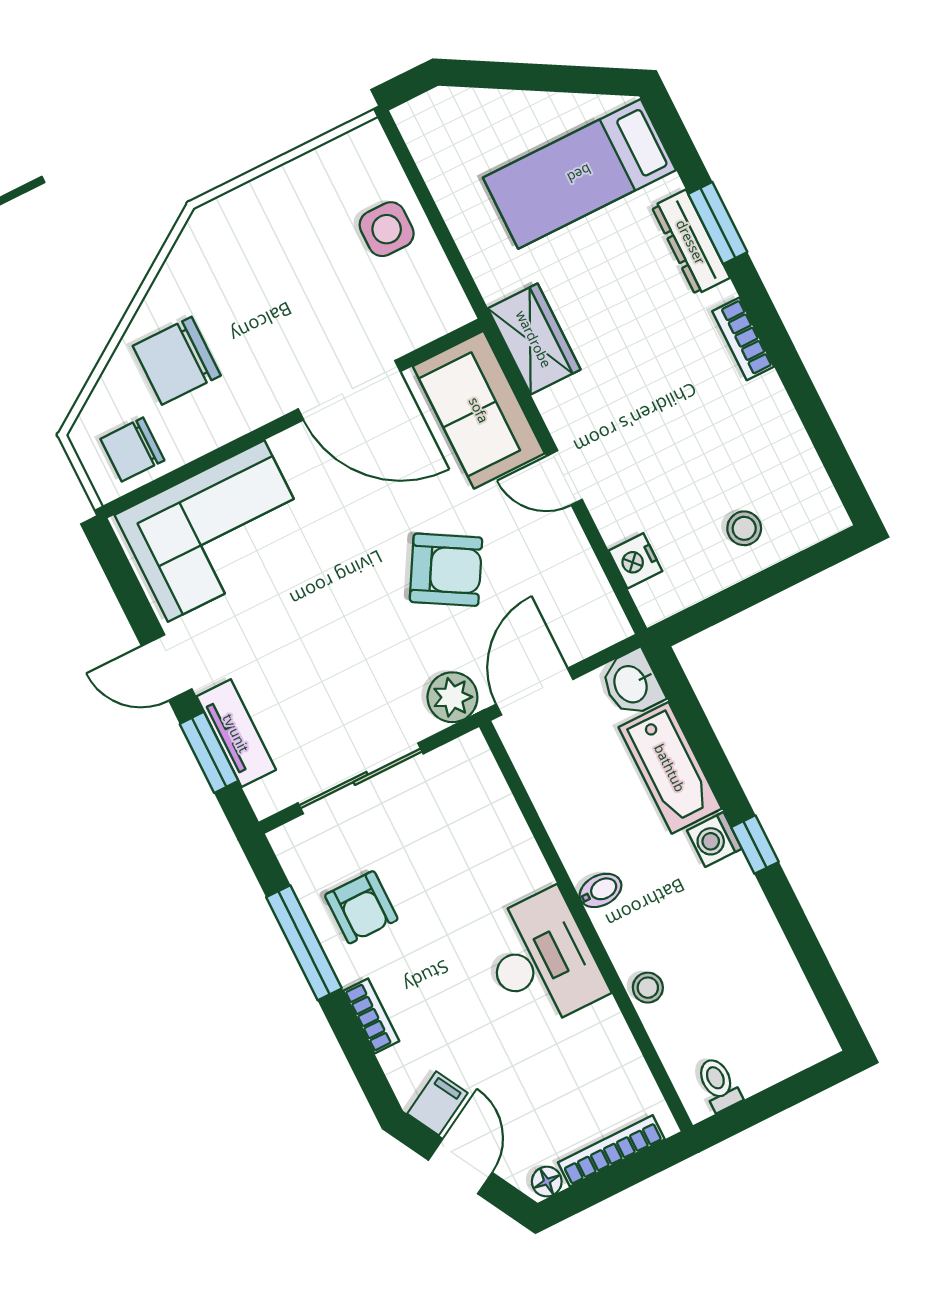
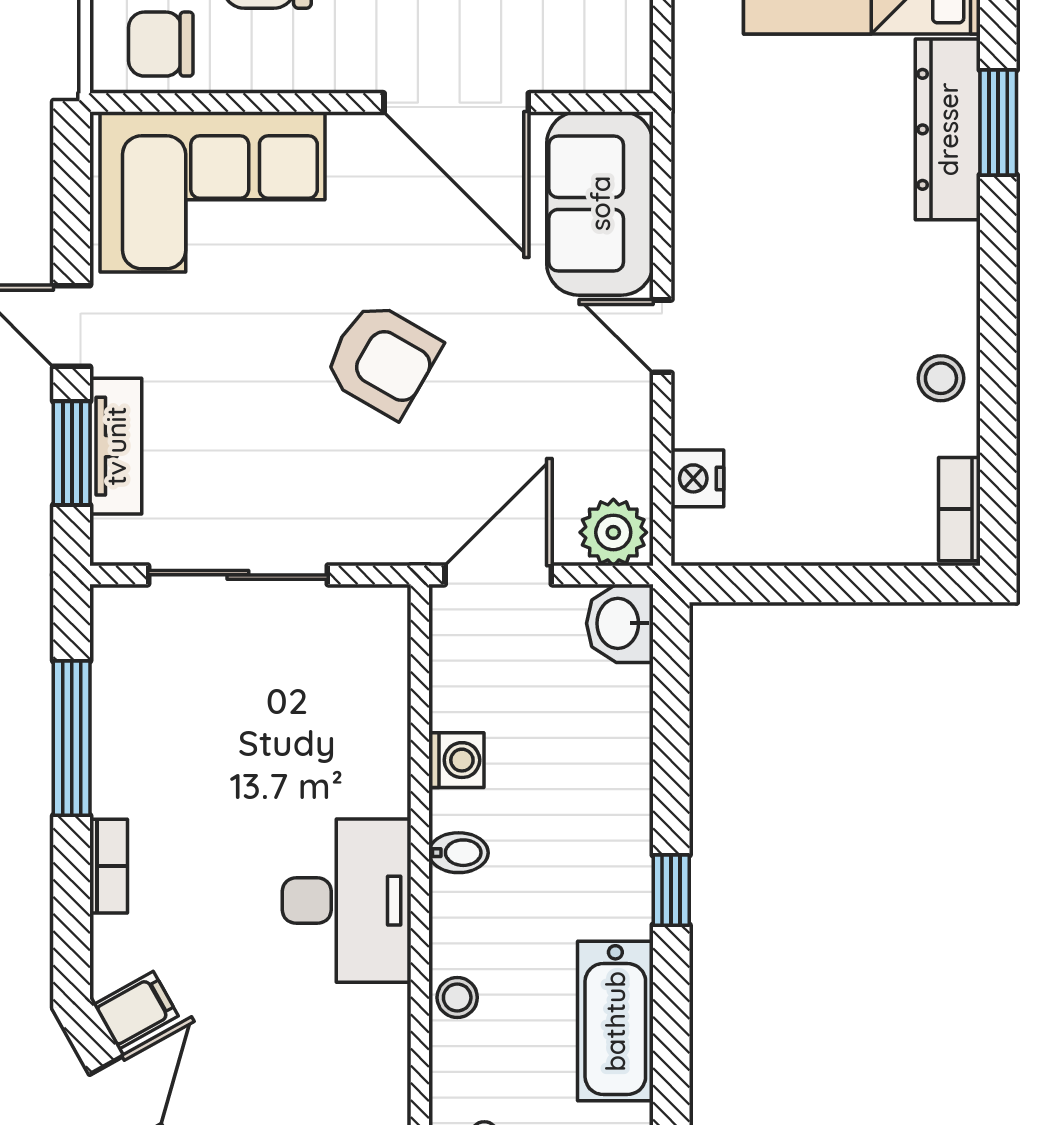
dresser: (691, 242) -> (948, 129), width x1.37, depth x1.24
wardrobe: (534, 339) -> (709, 152), removed
bookcase: (743, 339) -> (959, 509), moved
stool: (744, 528) -> (941, 378), moved
armchair: (446, 570) -> (382, 360), moved
plant: (452, 697) -> (613, 532), moved
bathtub: (670, 768) -> (615, 1021), moved
washing machine: (714, 840) -> (456, 760), moved, turned 180
armchair: (361, 907) -> (162, 730), removed

